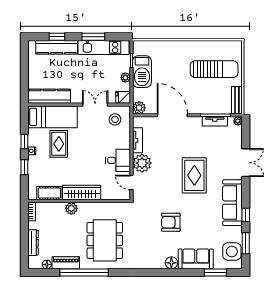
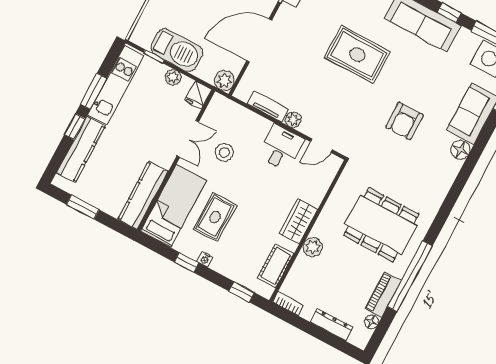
window: (57, 37) -> (75, 126), moved
window: (24, 66) -> (83, 207), added
double door: (95, 105) -> (188, 139), swing flipped
stool: (115, 119) -> (224, 152), moved
rug: (59, 144) -> (215, 217), turned 90
plant: (142, 163) -> (293, 120), width x0.53, depth x0.53
window: (24, 167) -> (242, 292), moved
wardrobe: (82, 192) -> (298, 221), width x0.67

